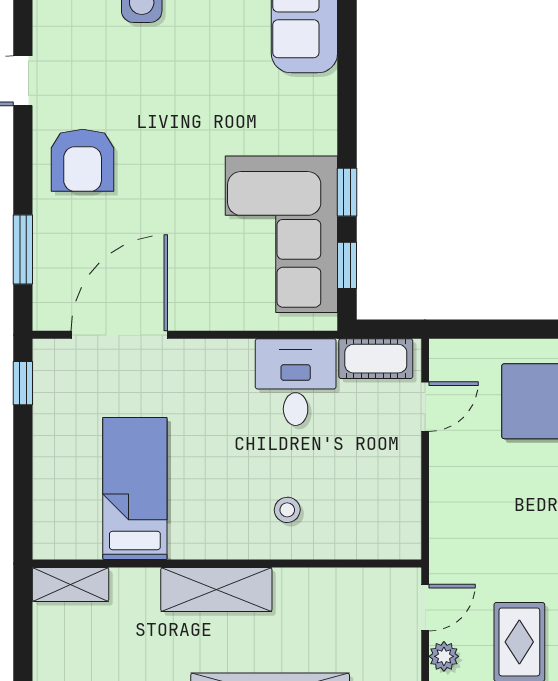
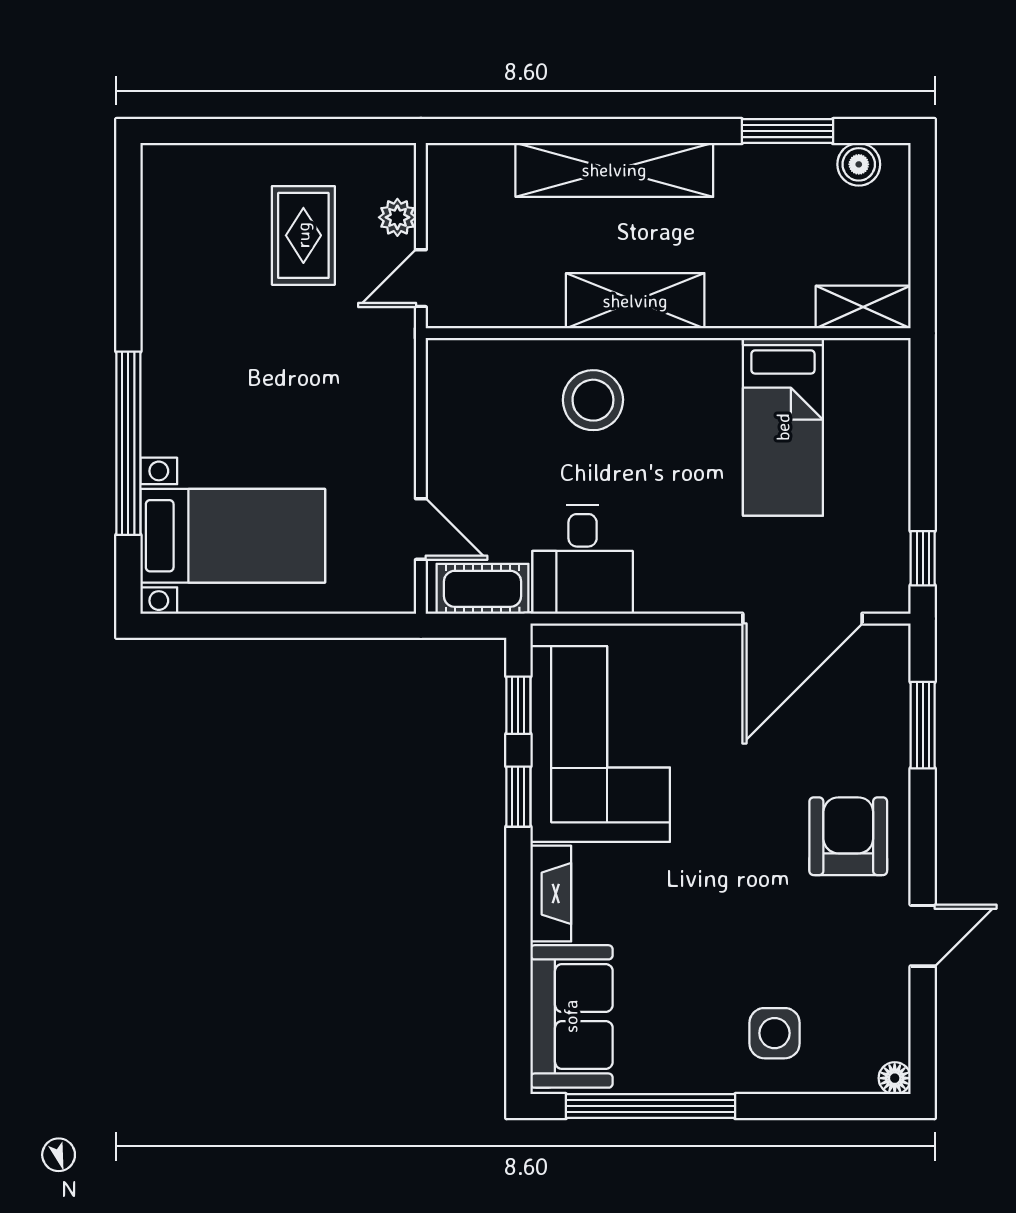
fireplace: (321, 114) -> (551, 894), added
door: (425, 407) -> (421, 529), swing flipped
stool: (287, 510) -> (593, 400), width x1.89, depth x1.89
shelving: (216, 590) -> (635, 301), moved

